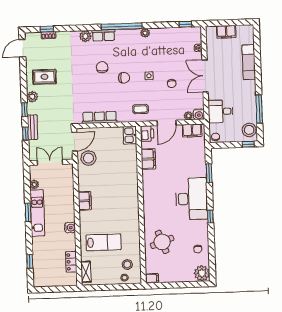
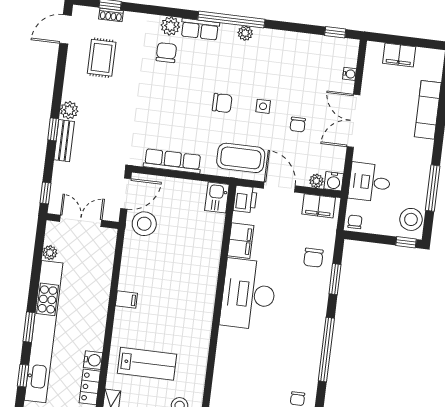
plant: (145, 33) -> (245, 33), moved
chair: (102, 67) -> (166, 53), moved
rug: (44, 77) -> (102, 58), moved, turned 90
coffee table: (140, 109) -> (241, 158), width x1.86, depth x1.72
door: (167, 123) -> (279, 187), swing flipped
bench: (33, 127) -> (64, 141), moved
window: (25, 134) -> (45, 193), moved
chair: (194, 162) -> (313, 258), added
desk: (192, 199) -> (248, 294), moved, turned 180
filing cabinet: (85, 201) -> (126, 300), width x0.50
window: (28, 212) -> (29, 327), moved
kitchen unit: (37, 213) -> (44, 332), width x1.86
window: (210, 217) -> (326, 350), width x3.17
water cooler: (70, 228) -> (93, 360), moved
round table: (162, 242) -> (242, 378), removed

